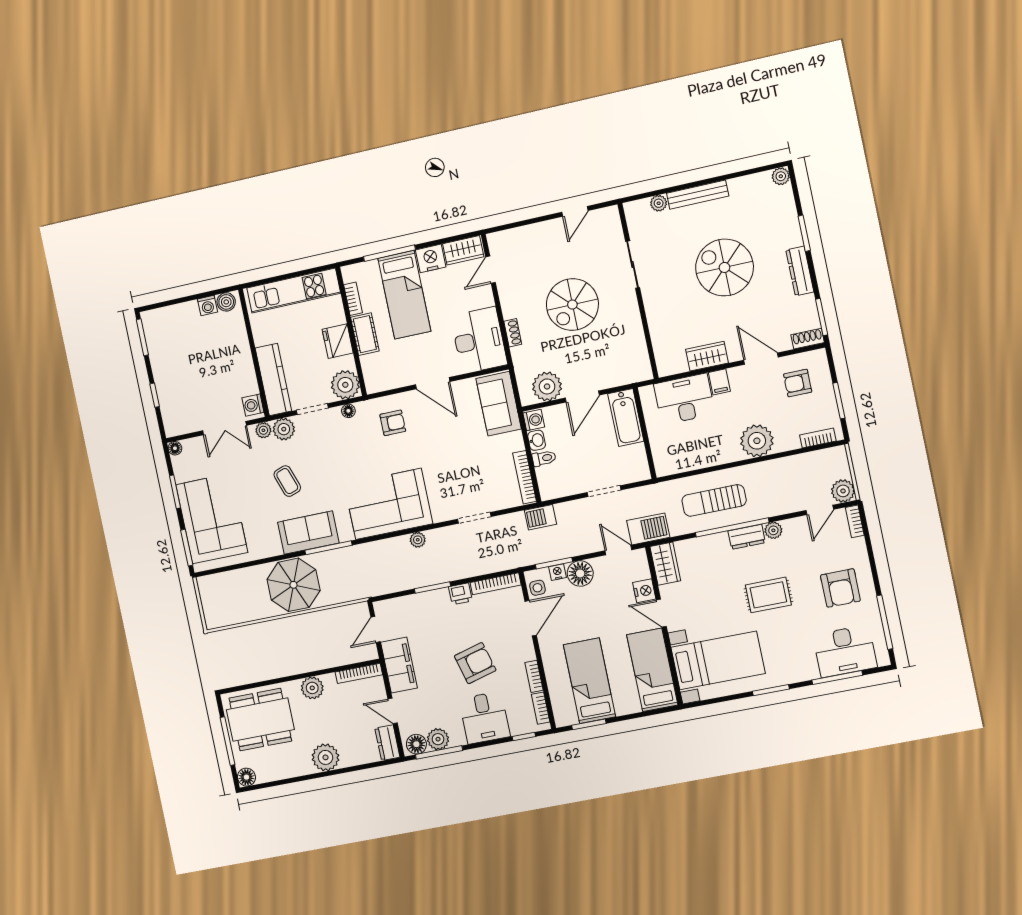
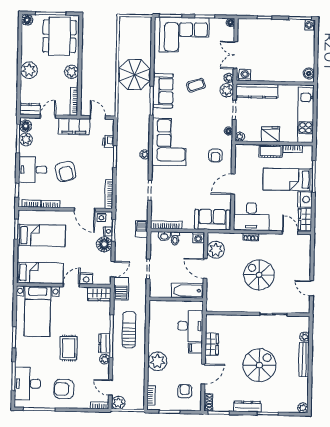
washing machine: (208, 306) -> (310, 25), moved
plant: (345, 385) -> (240, 137), width x0.53, depth x0.53
washbasin: (537, 440) -> (164, 236), moved
printer: (460, 594) -> (108, 141), moved

